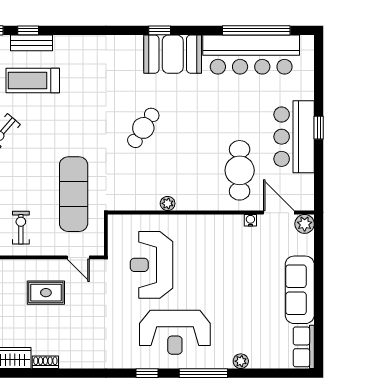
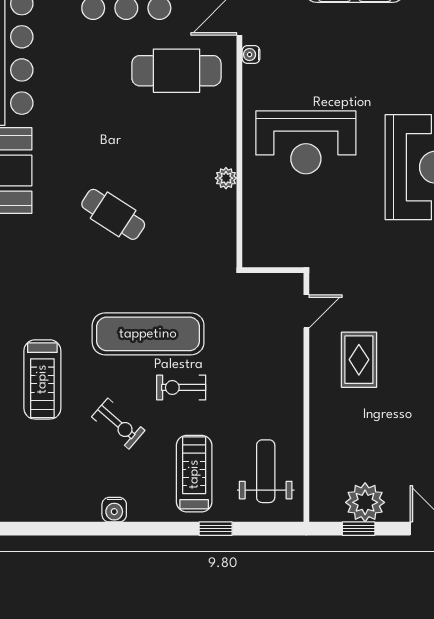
exercise mat: (74, 194) -> (148, 334), moved
exercise bike: (21, 228) -> (181, 387), moved
reception desk: (151, 265) -> (306, 142), moved

